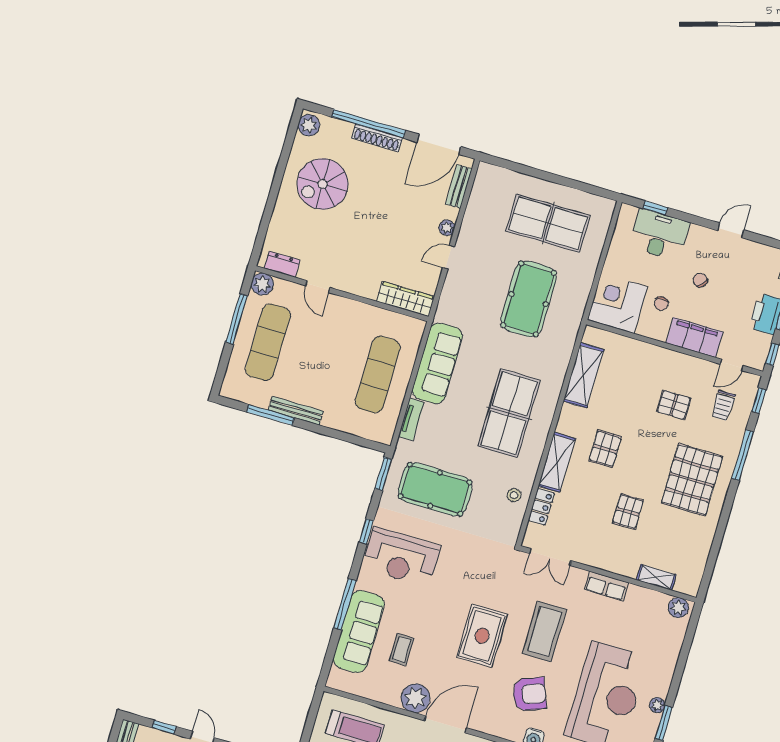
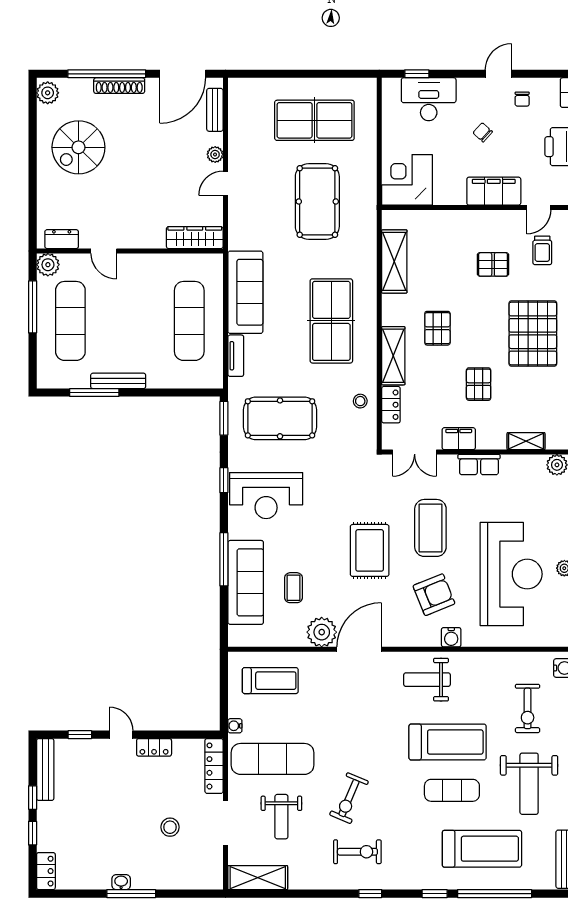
chair: (661, 304) -> (522, 99), moved
filing cabinet: (595, 557) -> (459, 439), added

